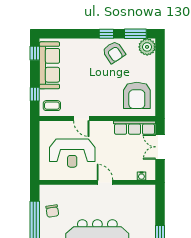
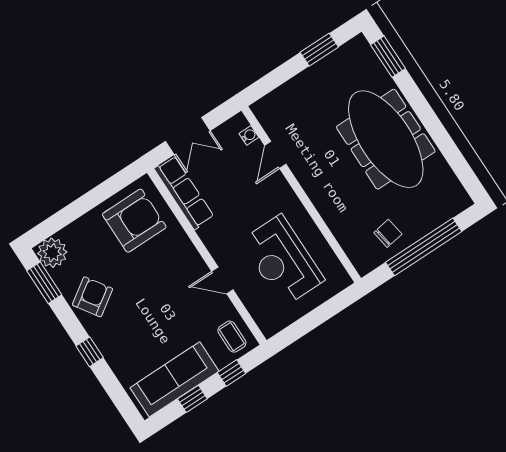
window: (106, 34) -> (90, 352), moved
window: (35, 53) -> (192, 399), moved
door: (81, 119) -> (222, 280), swing flipped
reception desk: (72, 153) -> (282, 260), turned 180
door: (105, 182) -> (275, 155), moved

